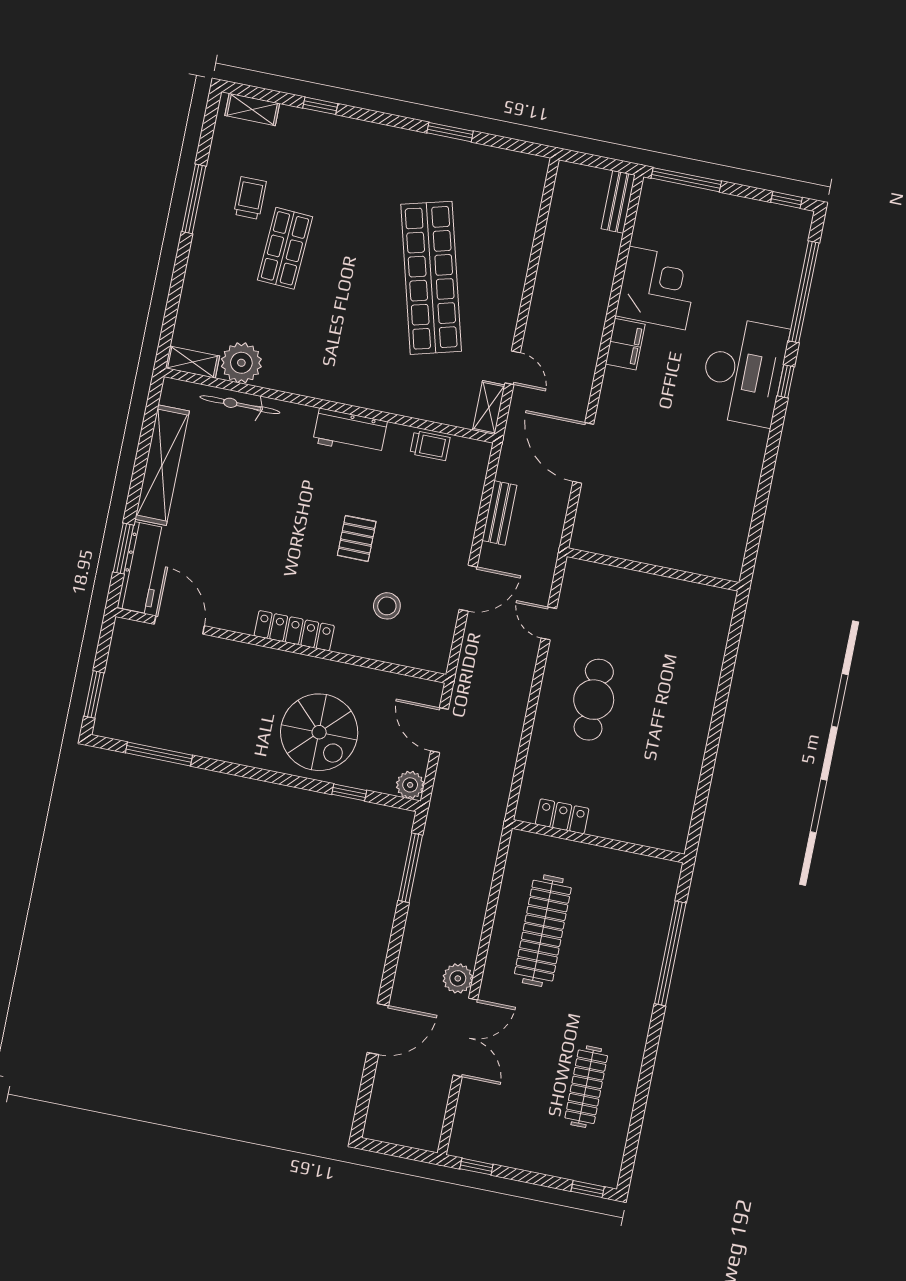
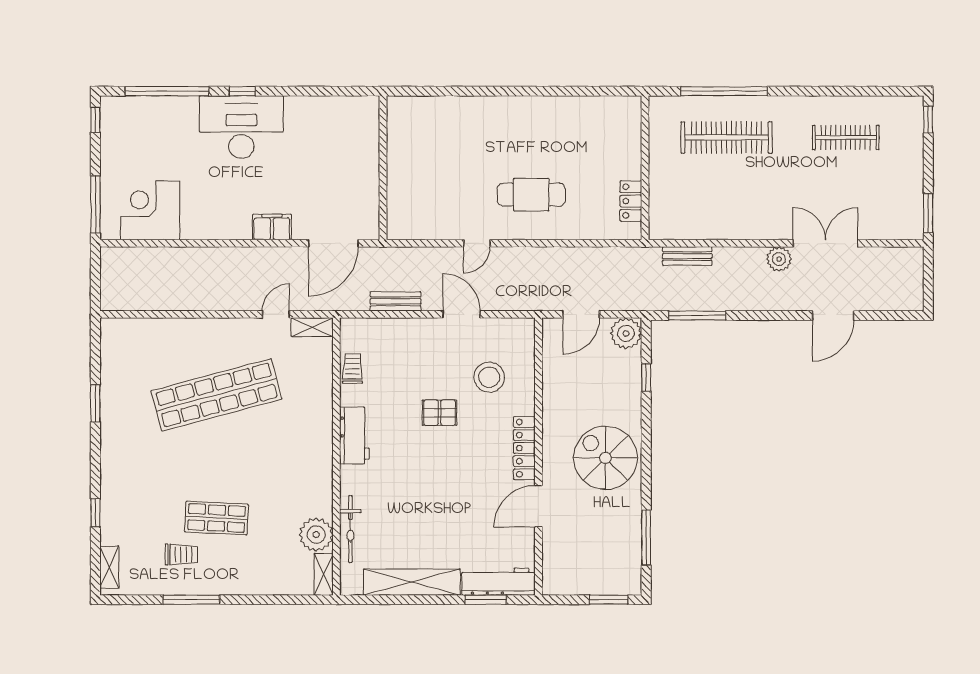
trolley: (250, 198) -> (181, 554), turned 180
bench: (618, 202) -> (687, 256), moved
corner desk: (657, 288) -> (150, 210), moved
filing cabinet: (625, 344) -> (272, 227), moved
wall: (653, 570) -> (383, 168), moved
stool: (387, 606) -> (489, 377), width x1.38, depth x1.38
door: (179, 625) -> (538, 506), moved
spiral stairs: (319, 732) -> (605, 458), moved, turned -90
plant: (410, 785) -> (626, 333), width x1.36, depth x1.36
clothes rail: (543, 931) -> (726, 138), moved
door: (378, 1029) -> (833, 315), swing flipped
window: (476, 1167) -> (928, 213), width x1.50

